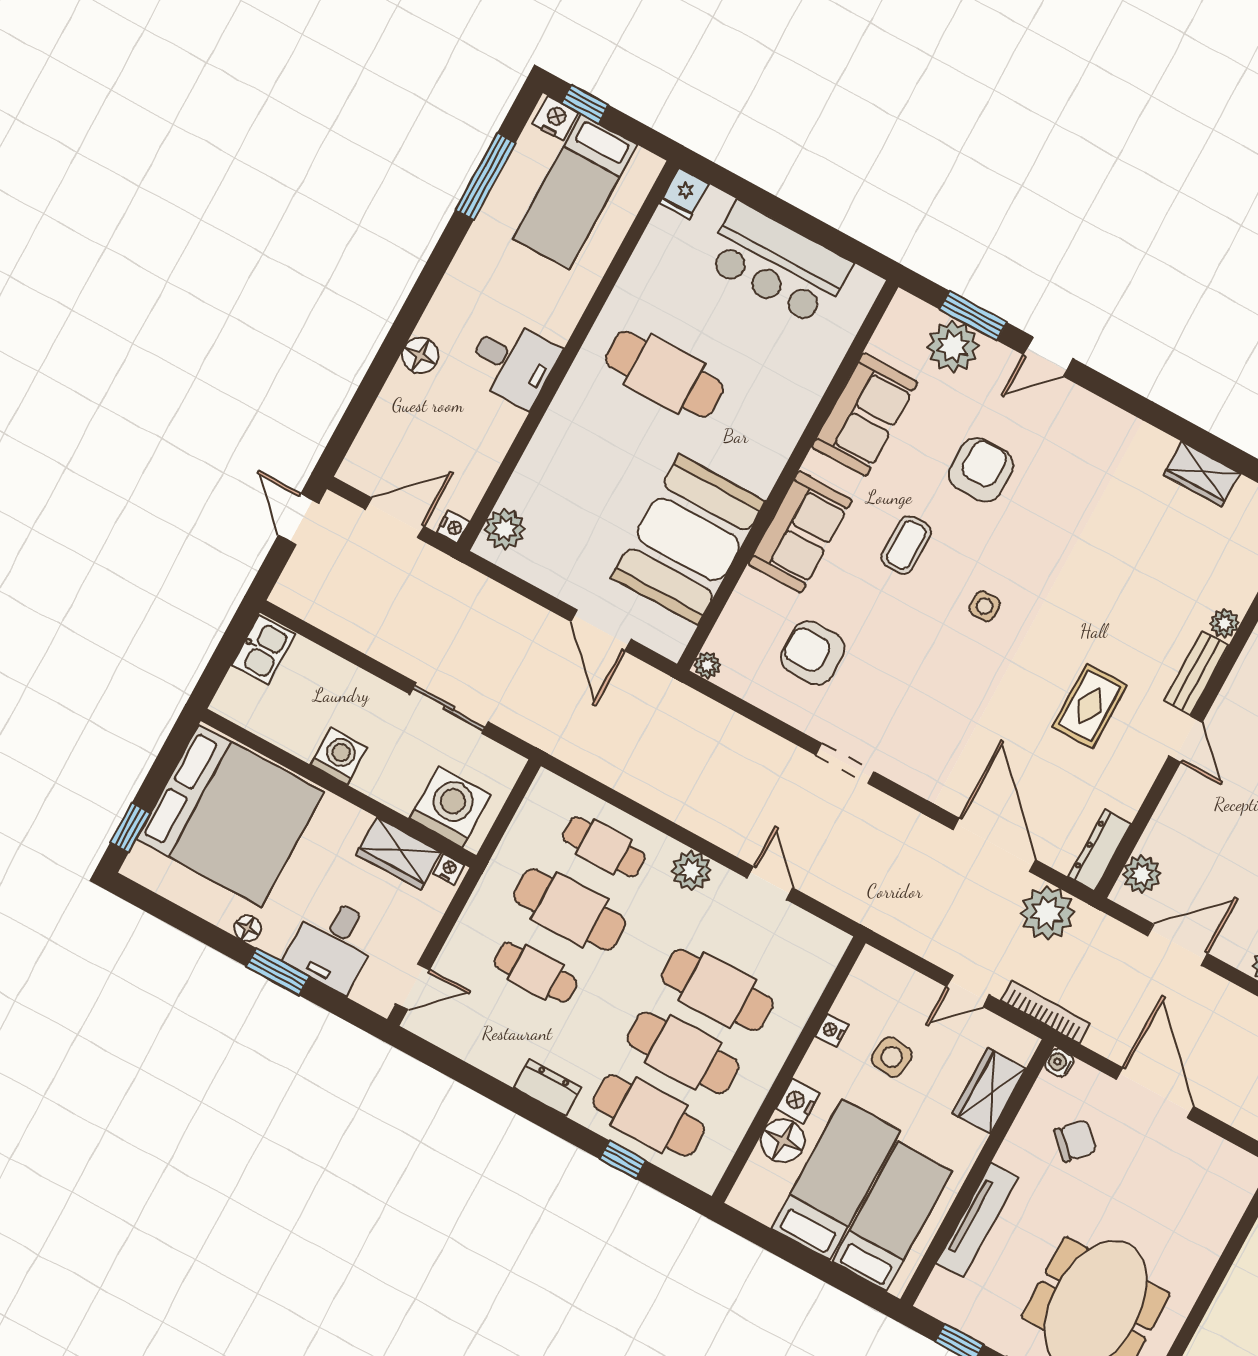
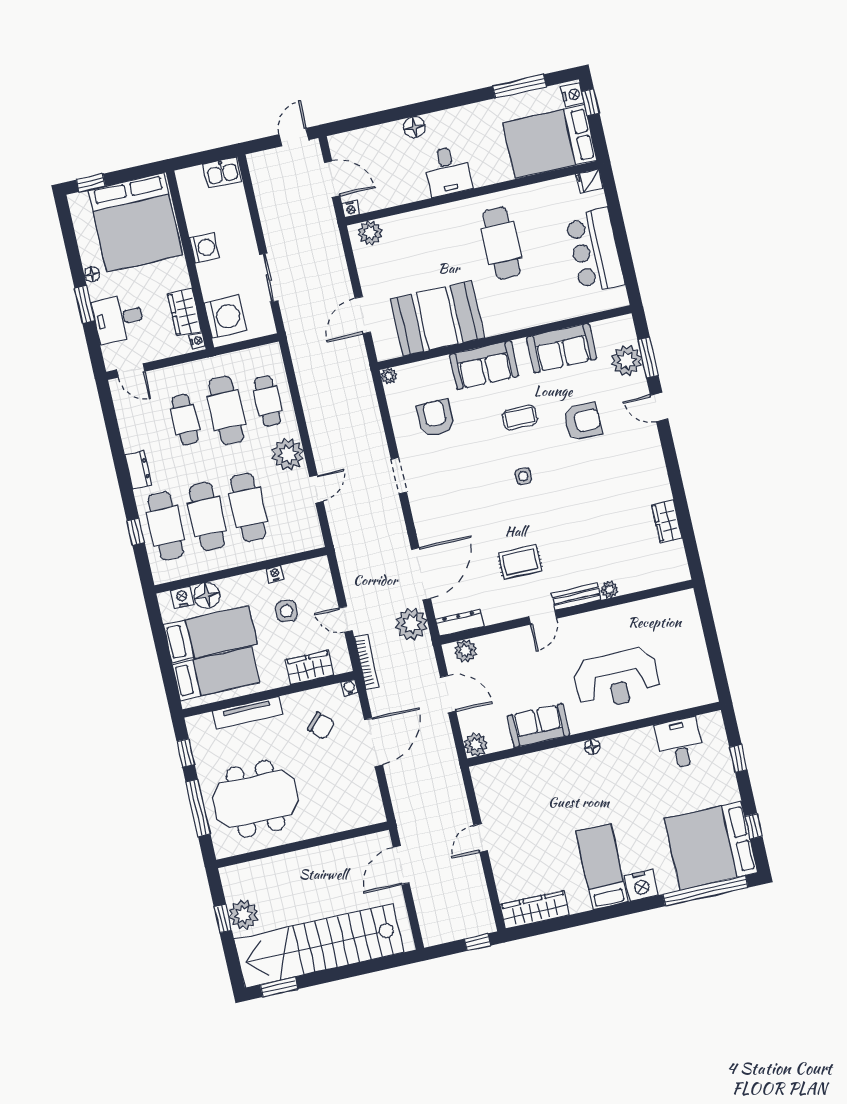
bed: (575, 192) -> (550, 142), width x1.50
plant: (691, 871) -> (288, 454), width x1.36, depth x1.36
nightstand: (798, 1101) -> (182, 597), moved

